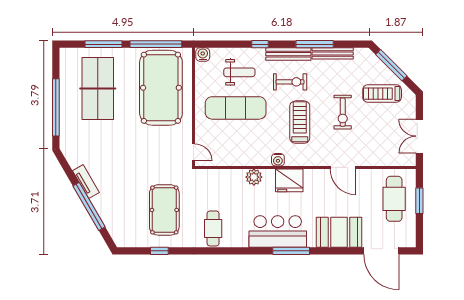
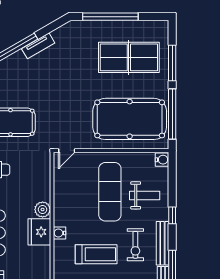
weight bench: (239, 72) -> (145, 195), turned -90
fridge: (289, 180) -> (39, 232), moved

